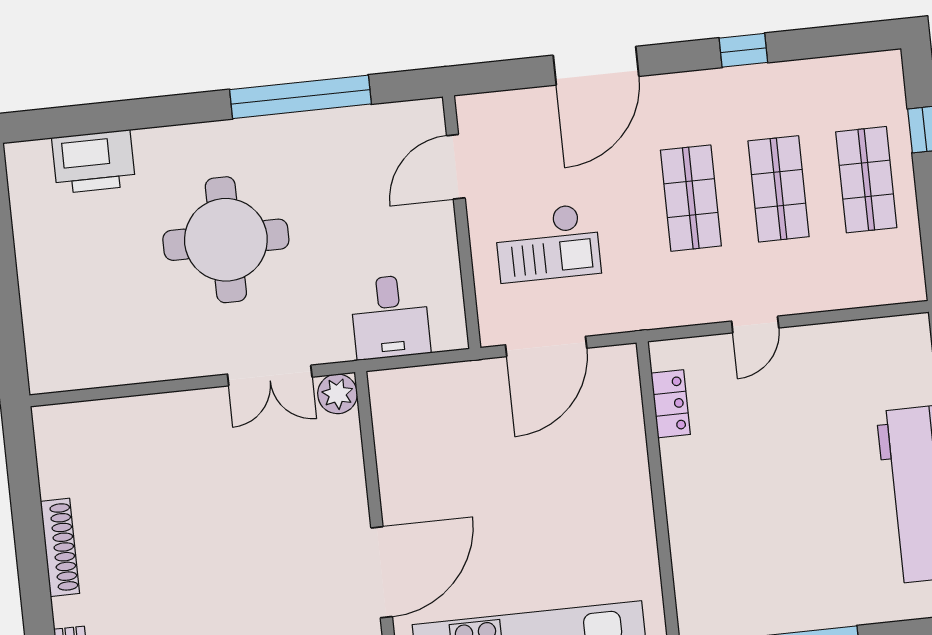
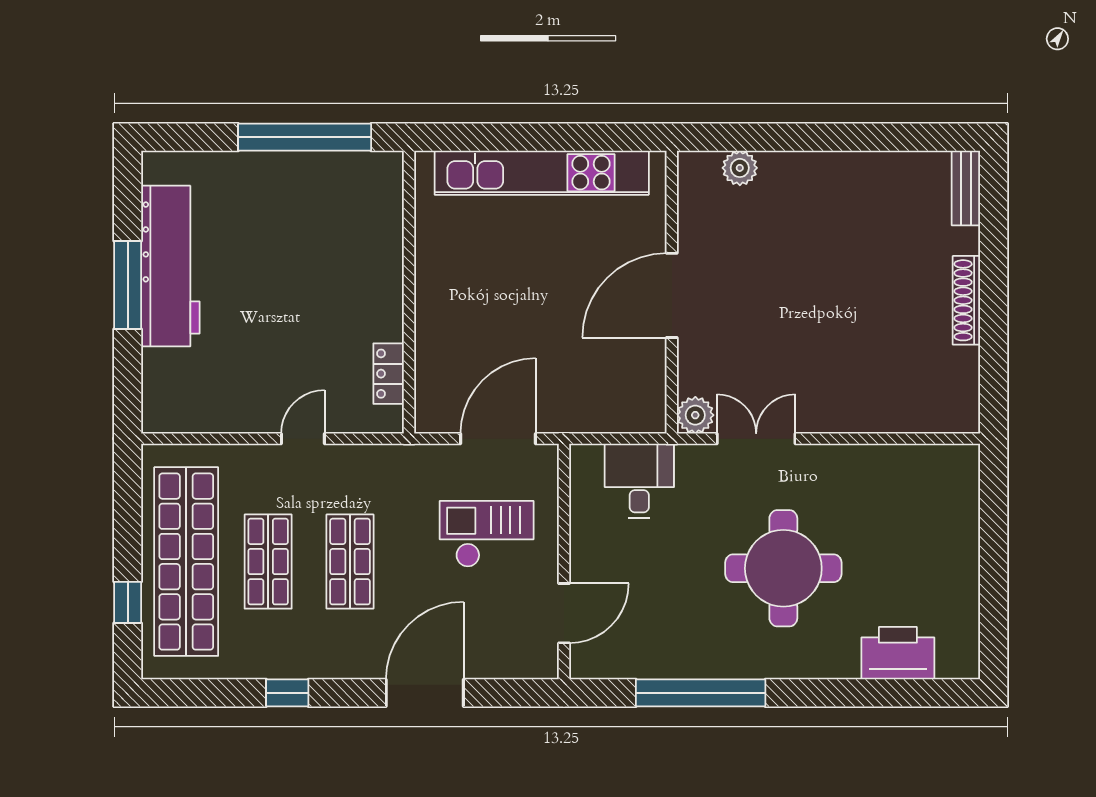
shop shelf: (866, 180) -> (186, 562), width x2.00, depth x1.36
door: (382, 572) -> (672, 295), moved

